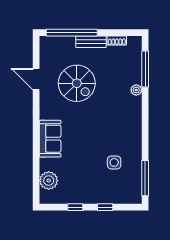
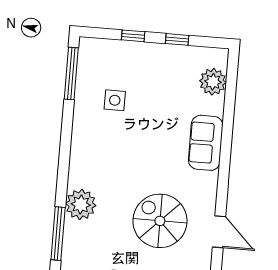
plant: (136, 90) -> (81, 204), width x1.87, depth x1.87

